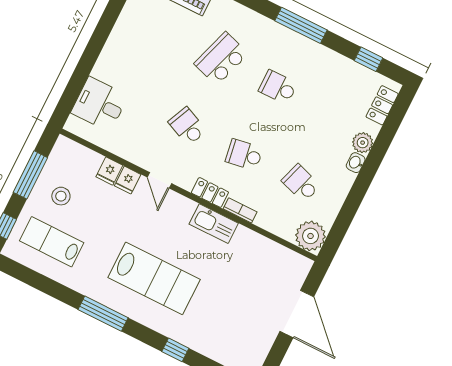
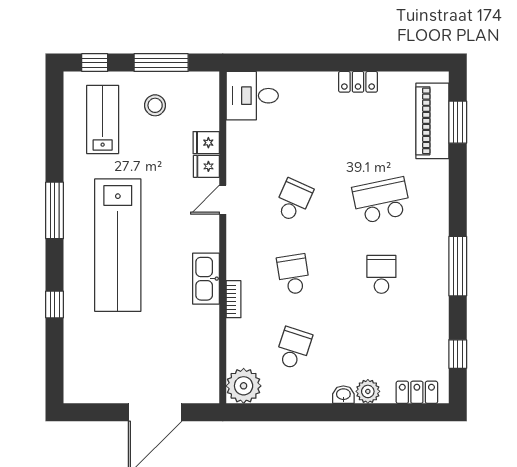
school desk: (221, 59) -> (381, 200), turned -30
desk: (100, 104) -> (252, 96), moved, turned -90
locker: (210, 192) -> (358, 82), moved, turned 90
lab bench: (154, 278) -> (118, 245), width x1.36

